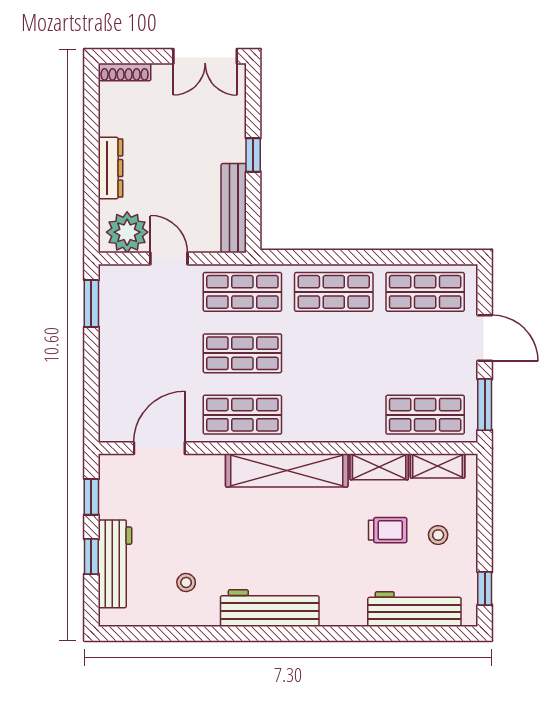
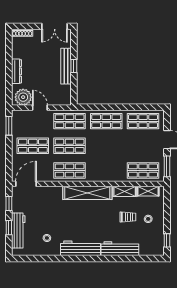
bench: (234, 208) -> (66, 66), moved
shop shelf: (151, 353) -> (33, 146), added
door: (159, 448) -> (26, 184), moved
workbench: (414, 609) -> (120, 249), moved

